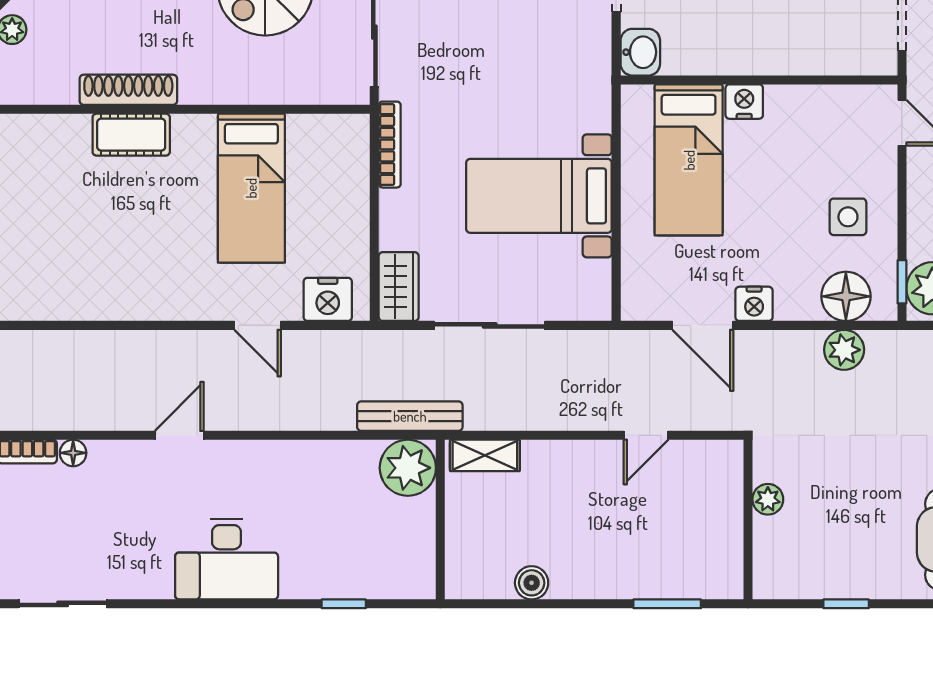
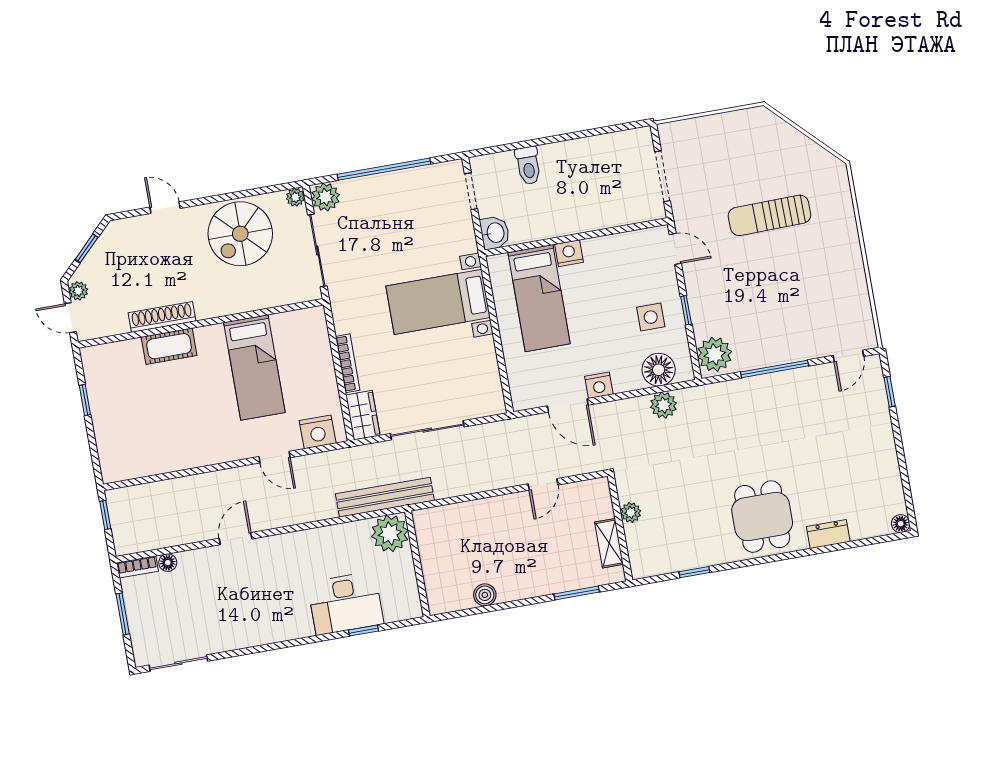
bookcase: (390, 145) -> (348, 363), moved
bed with nightstands: (539, 196) -> (438, 302), moved
window: (902, 282) -> (686, 310), moved
bench: (410, 416) -> (385, 497), width x1.37, depth x1.21
shelving: (485, 455) -> (609, 543), moved, turned 90
desk: (227, 559) -> (346, 603), moved

